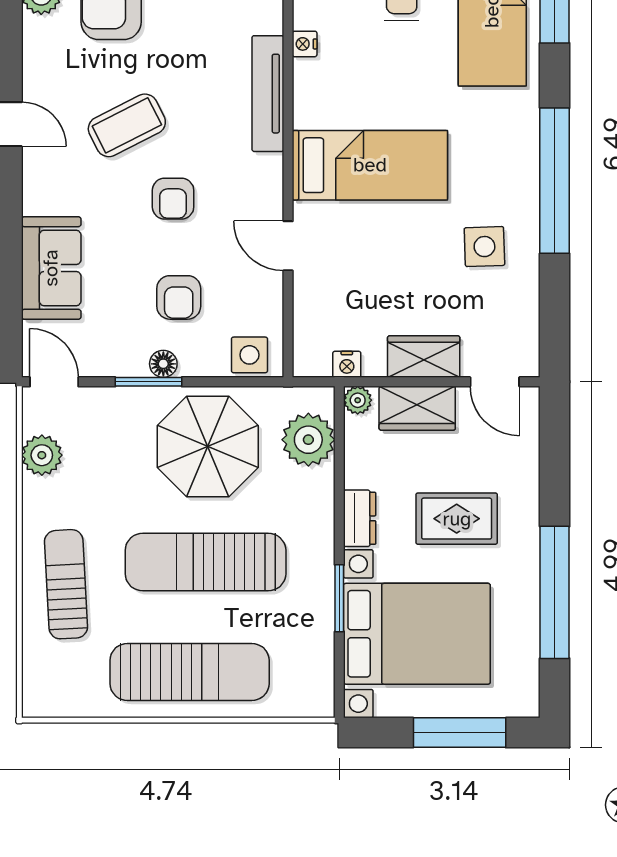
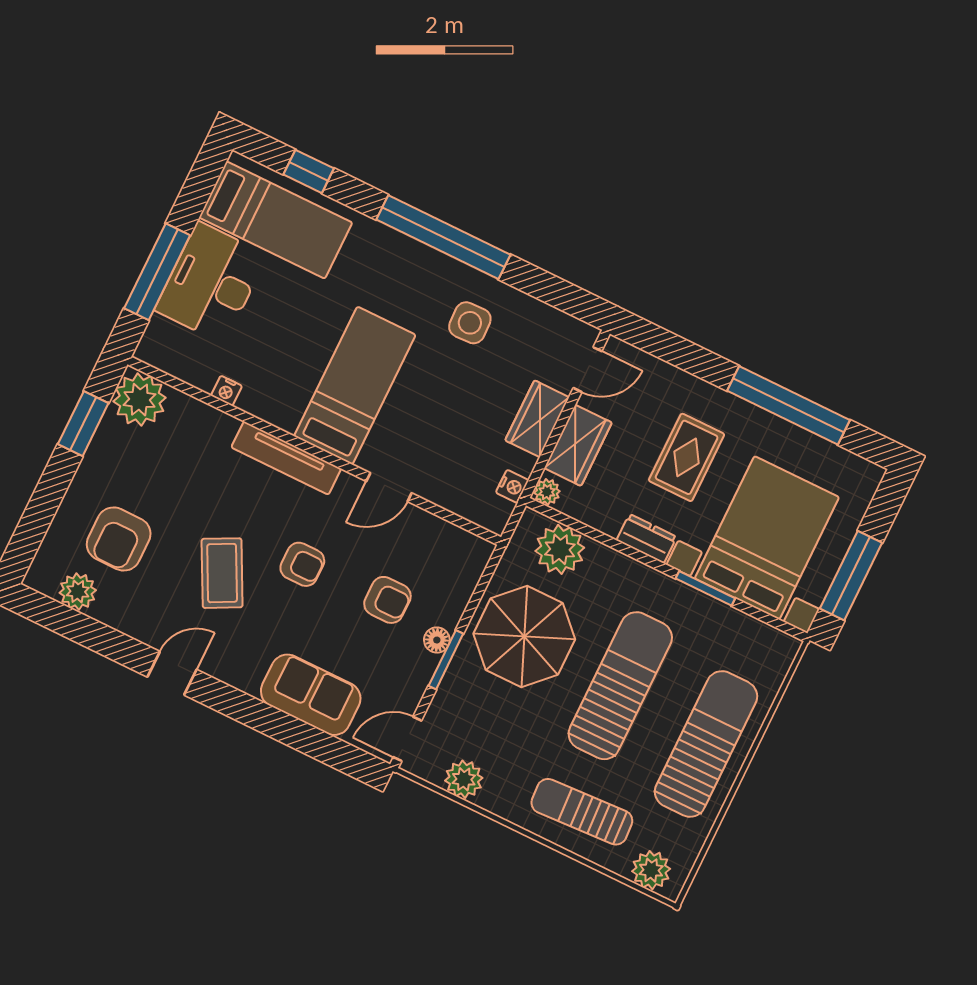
tv unit: (268, 94) -> (286, 458), moved
side table: (249, 355) -> (465, 564), removed
sun lounger: (206, 562) -> (620, 686), turned 180
plant: (42, 678) -> (651, 870), added
window: (460, 733) -> (851, 576), moved

